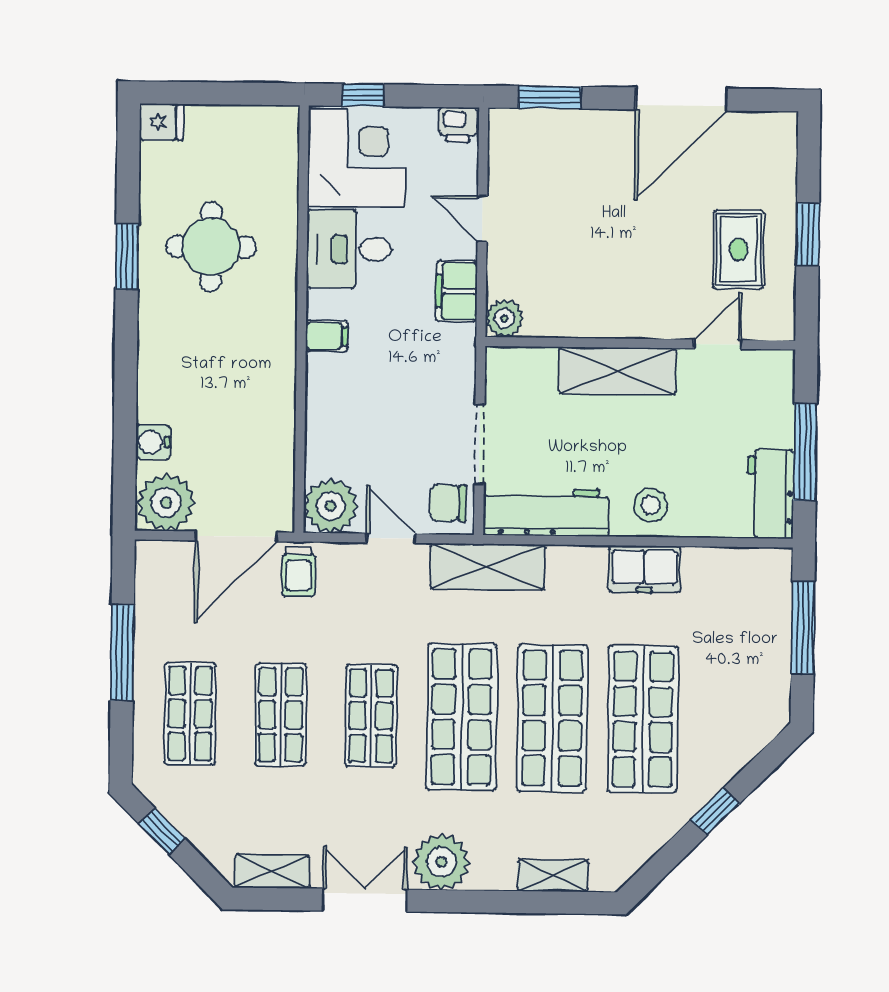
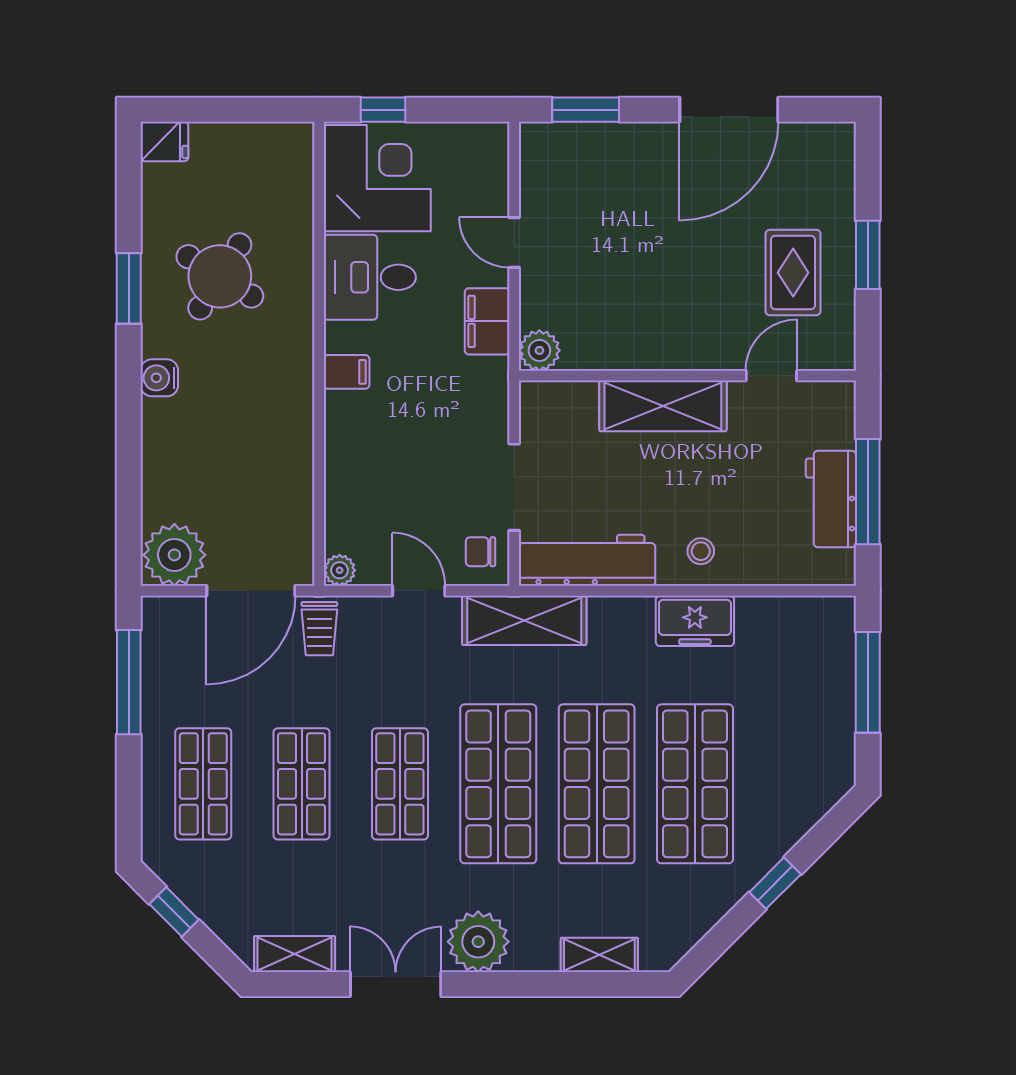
printer: (458, 125) -> (486, 141), removed
round table: (211, 247) -> (220, 276), turned 32
water cooler: (153, 442) -> (159, 378), moved
workbench: (771, 494) -> (831, 499), moved
chair: (448, 503) -> (481, 552), width x0.73, depth x0.73
stool: (651, 505) -> (701, 551), width x0.73, depth x0.73
plant: (331, 506) -> (340, 570), width x0.53, depth x0.53
window: (122, 652) -> (129, 682), moved

